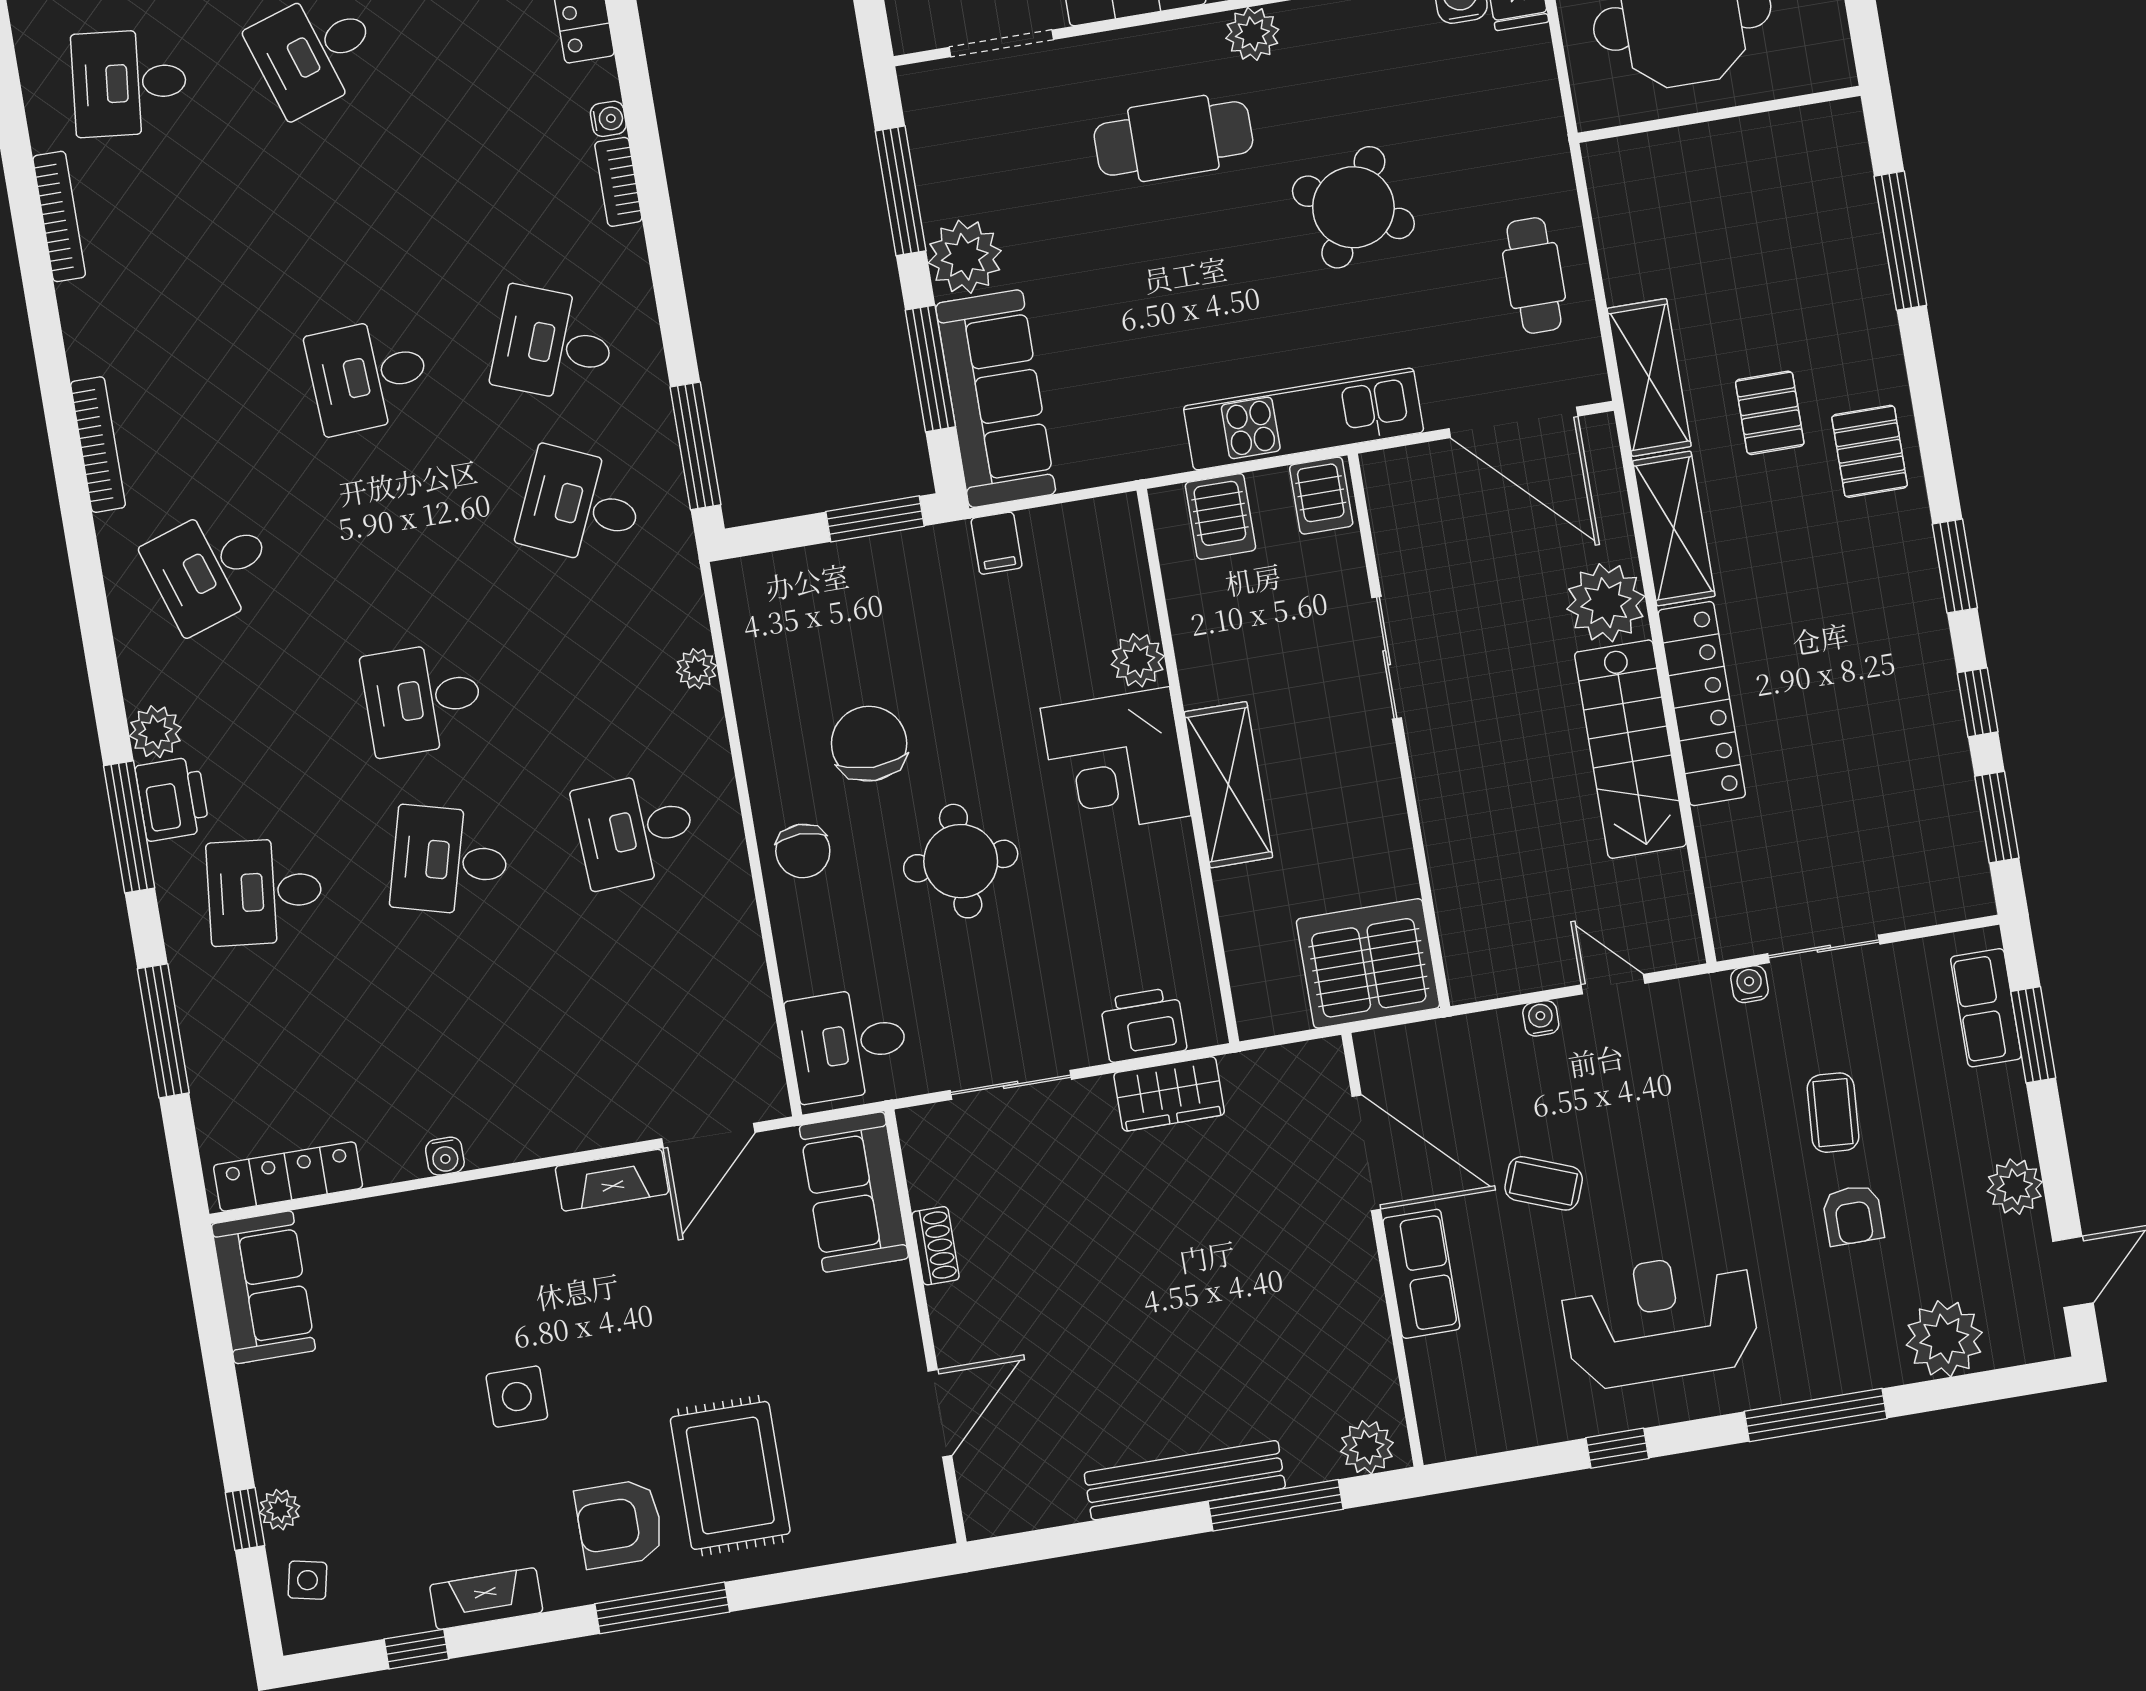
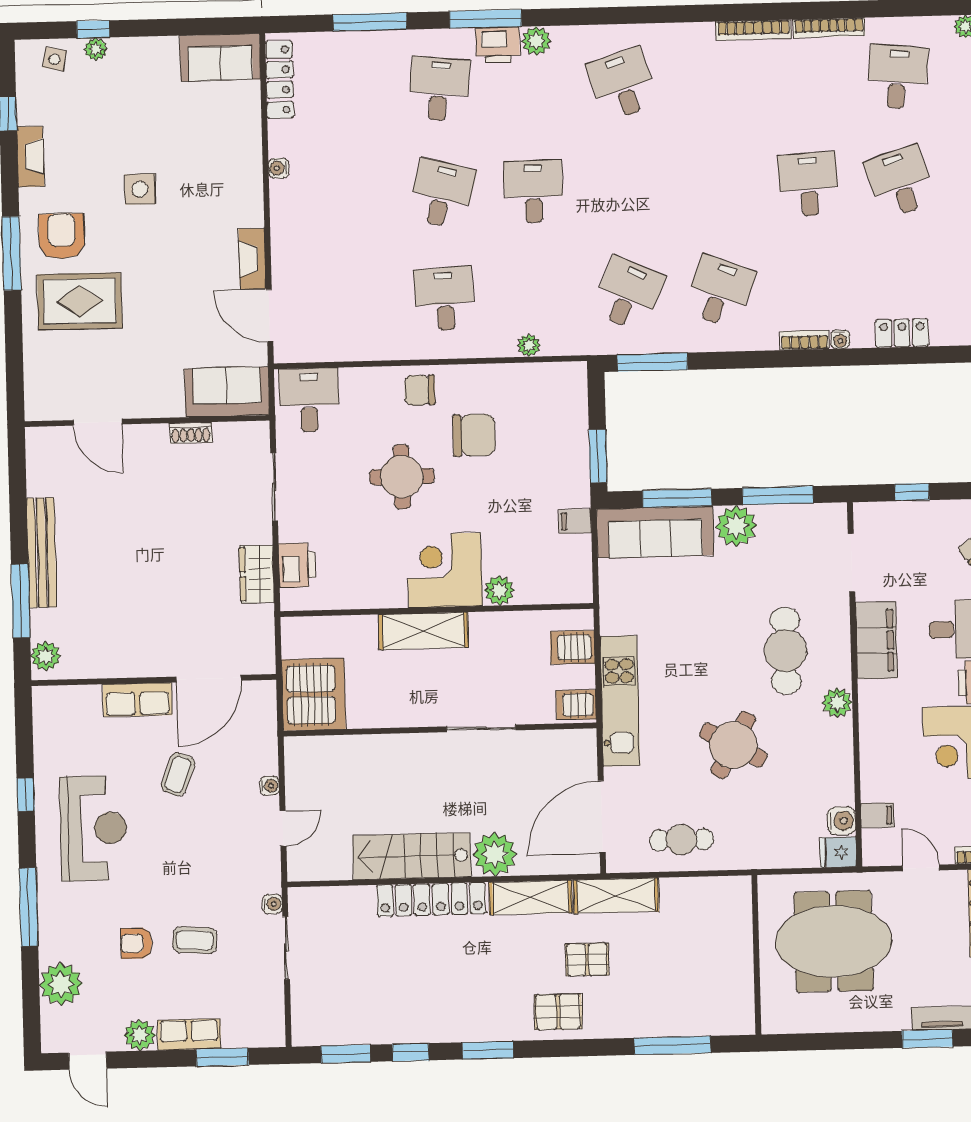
desk: (369, 375) -> (809, 184), moved
bookcase: (98, 445) -> (754, 30), moved
row of seats: (1986, 1008) -> (189, 1034), moved

